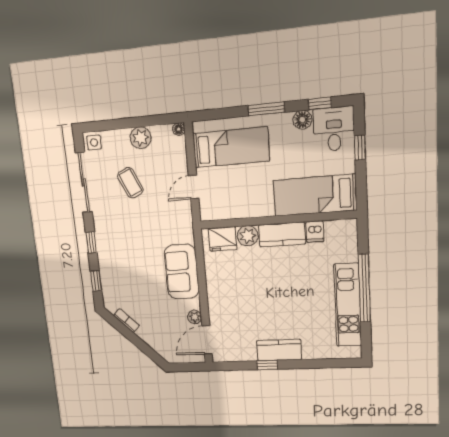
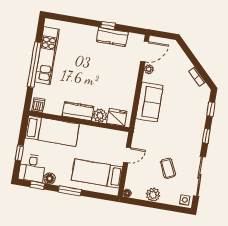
dishwasher: (315, 232) -> (38, 105), moved
kitchen counter: (279, 350) -> (112, 37), moved

